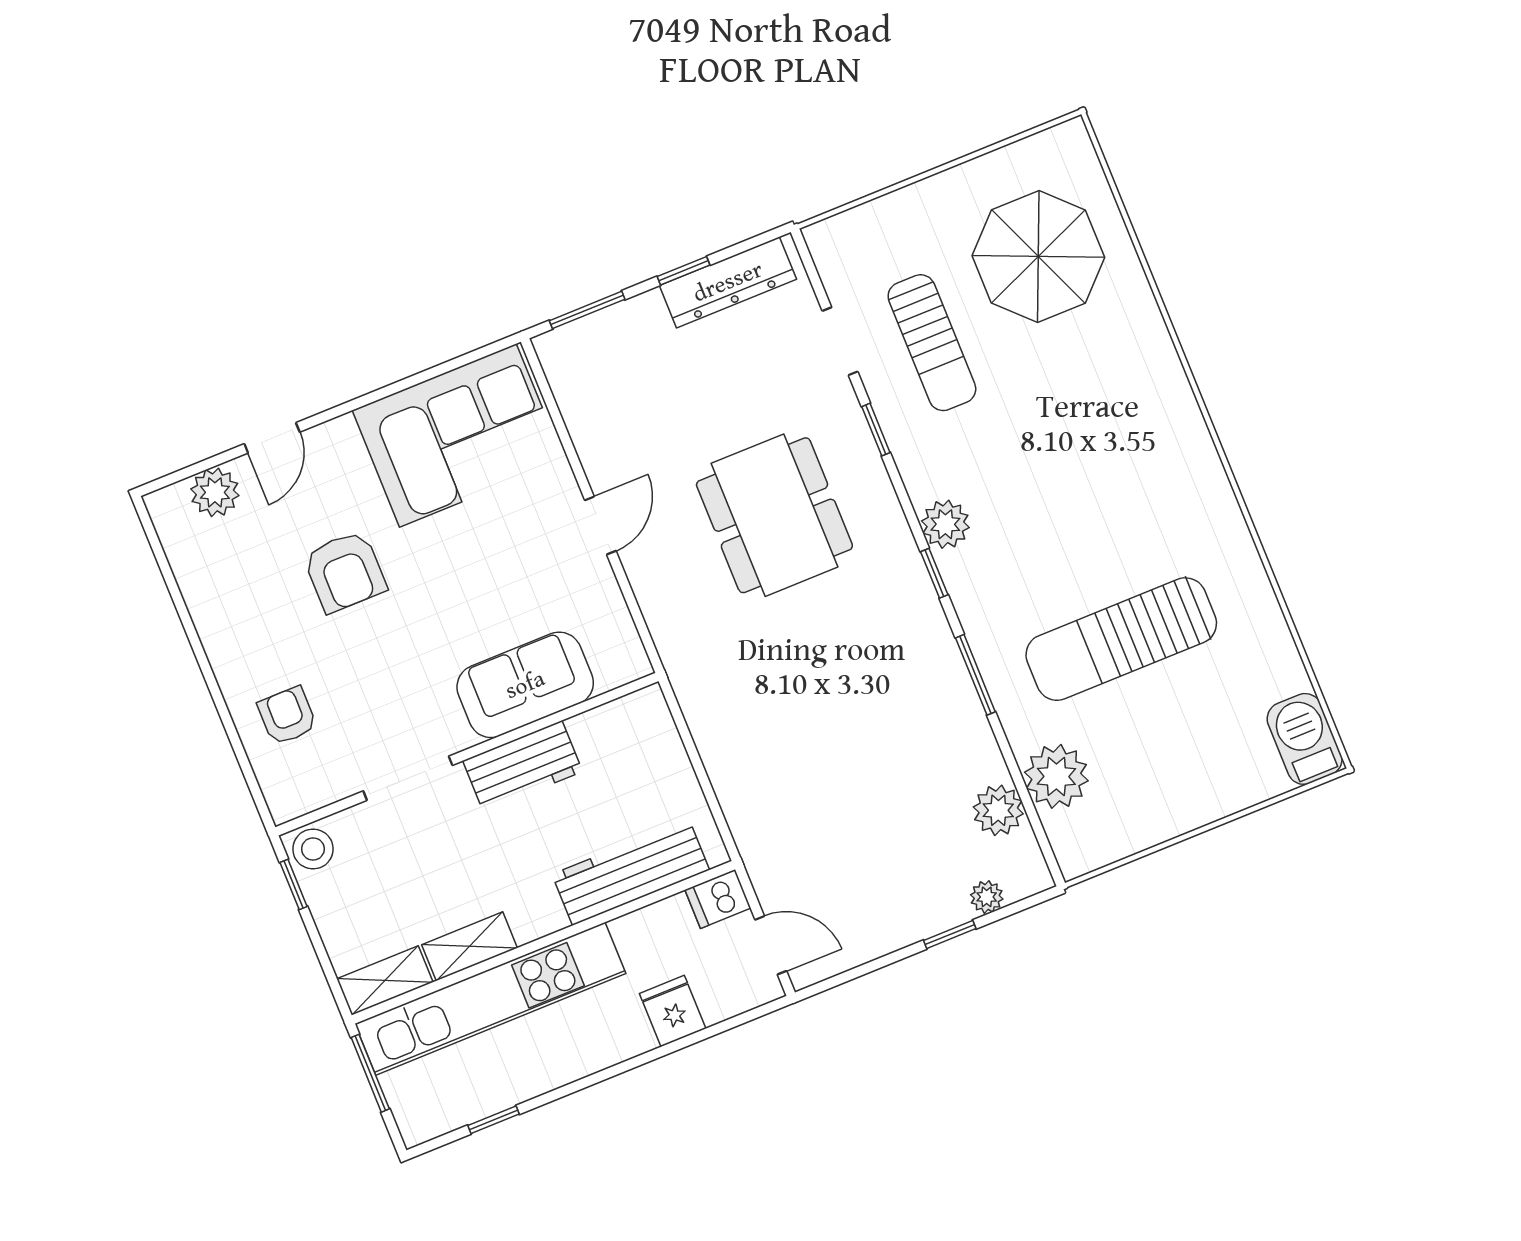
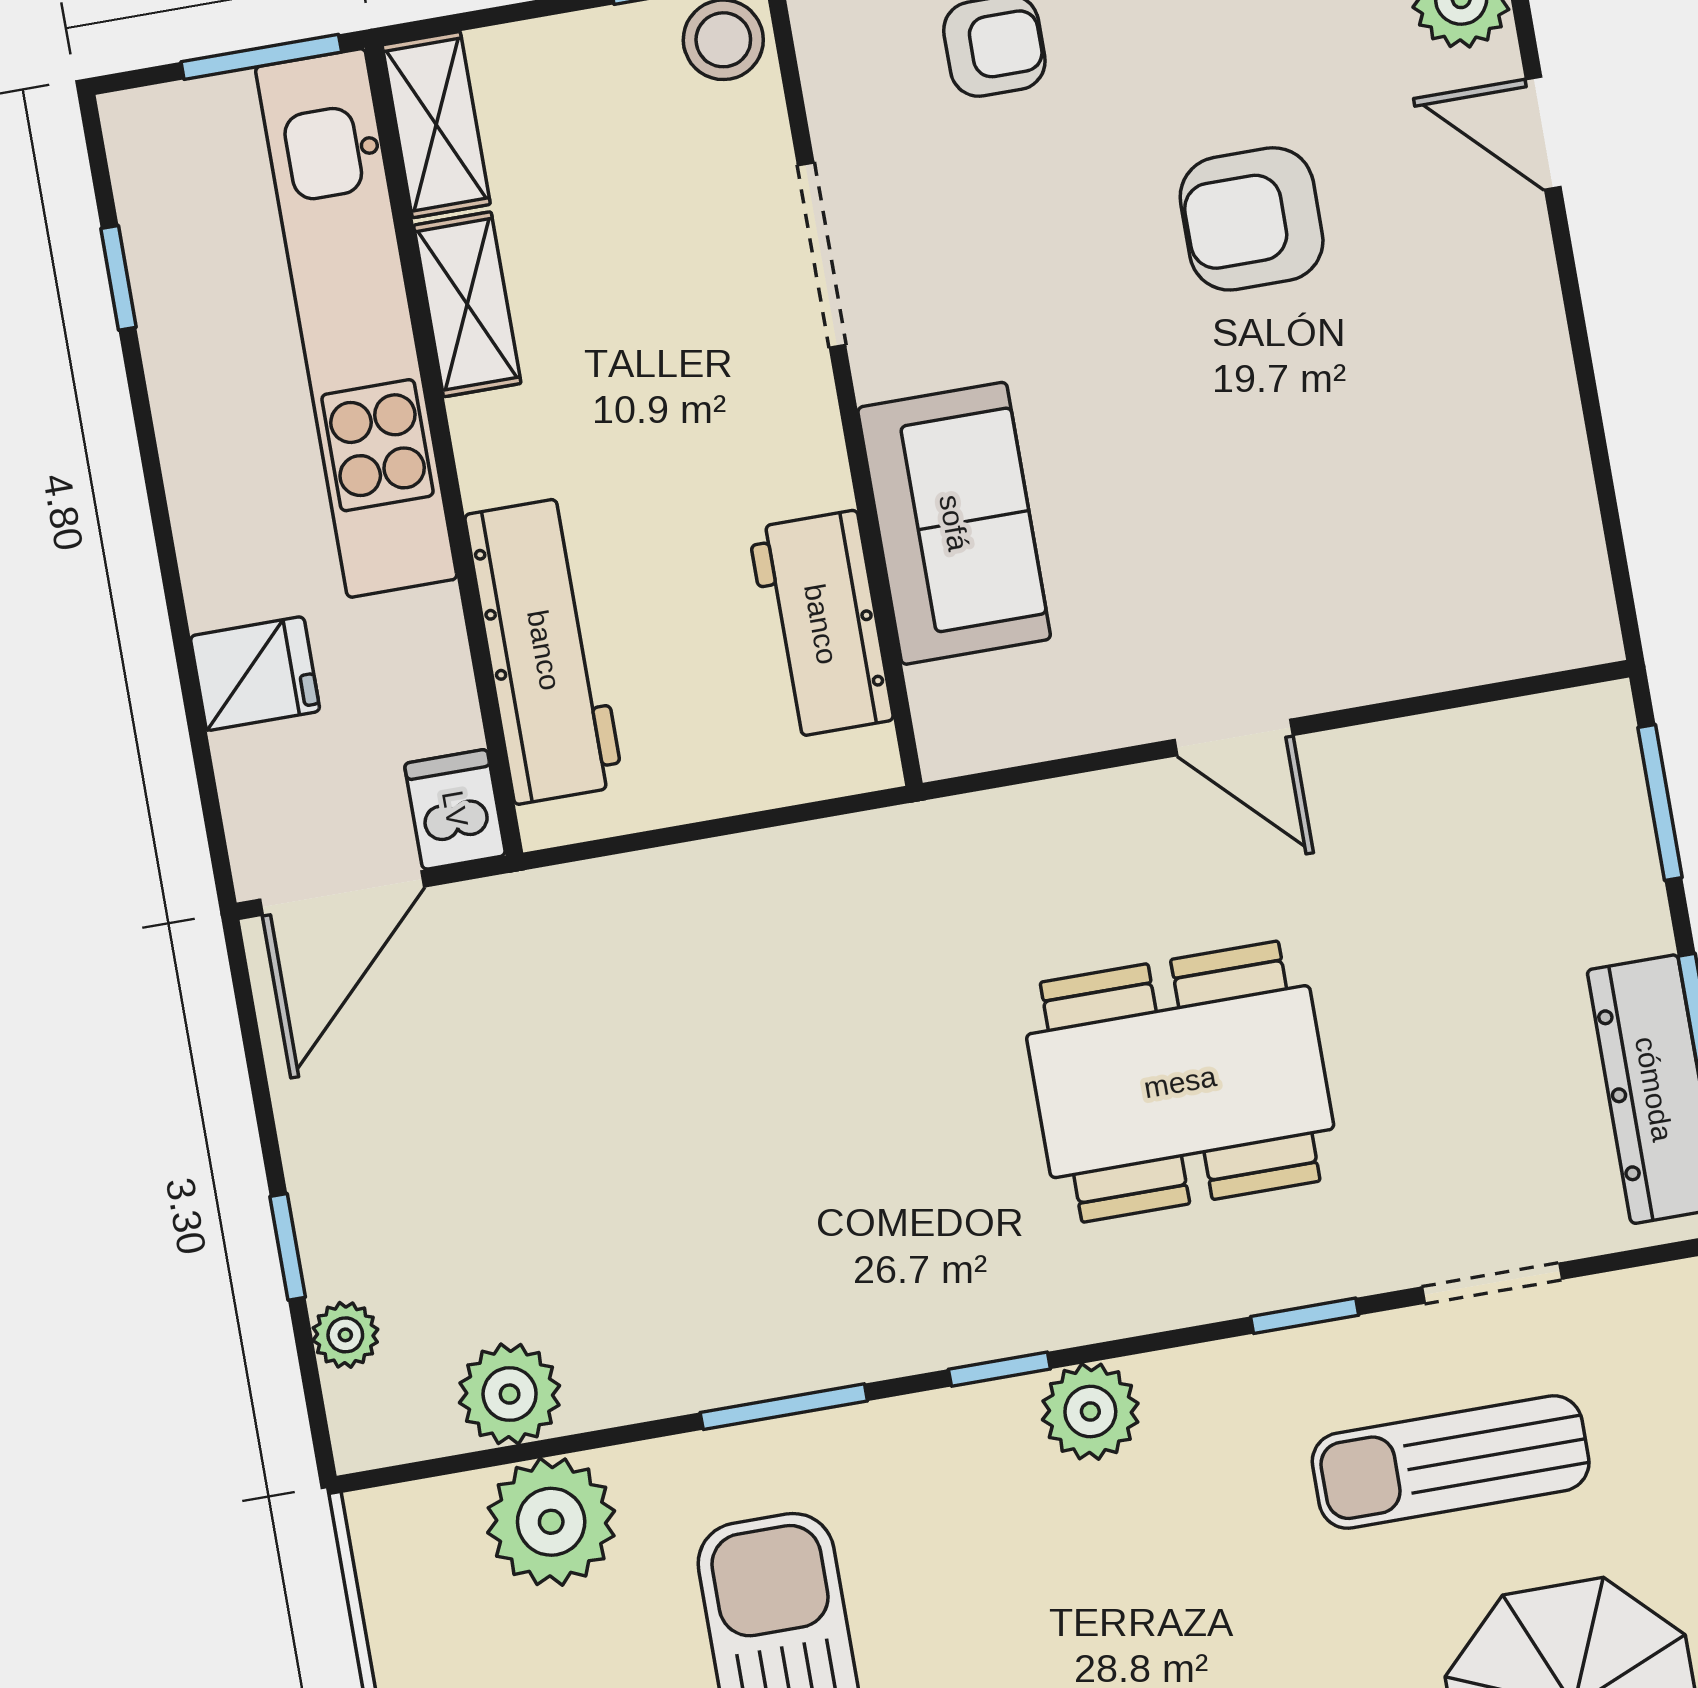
corner sofa: (458, 435) -> (1470, 497), removed
workbench: (523, 766) -> (821, 624), moved
door: (771, 945) -> (342, 893), width x1.38

